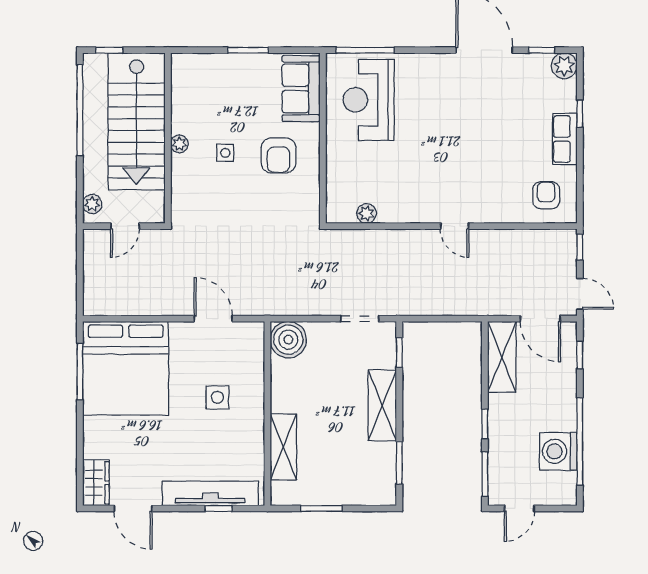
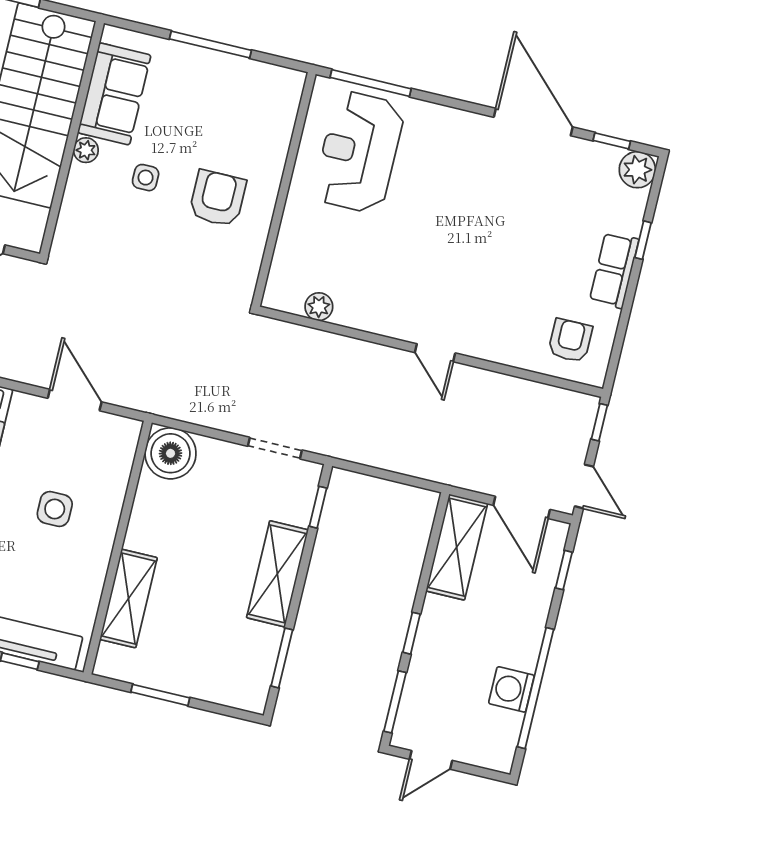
window: (248, 50) -> (210, 45), width x1.44
sofa: (301, 88) -> (114, 94), moved, turned 180
armchair: (278, 155) -> (218, 198), turned 180
washing machine: (558, 451) -> (511, 689), width x0.73, depth x0.73

